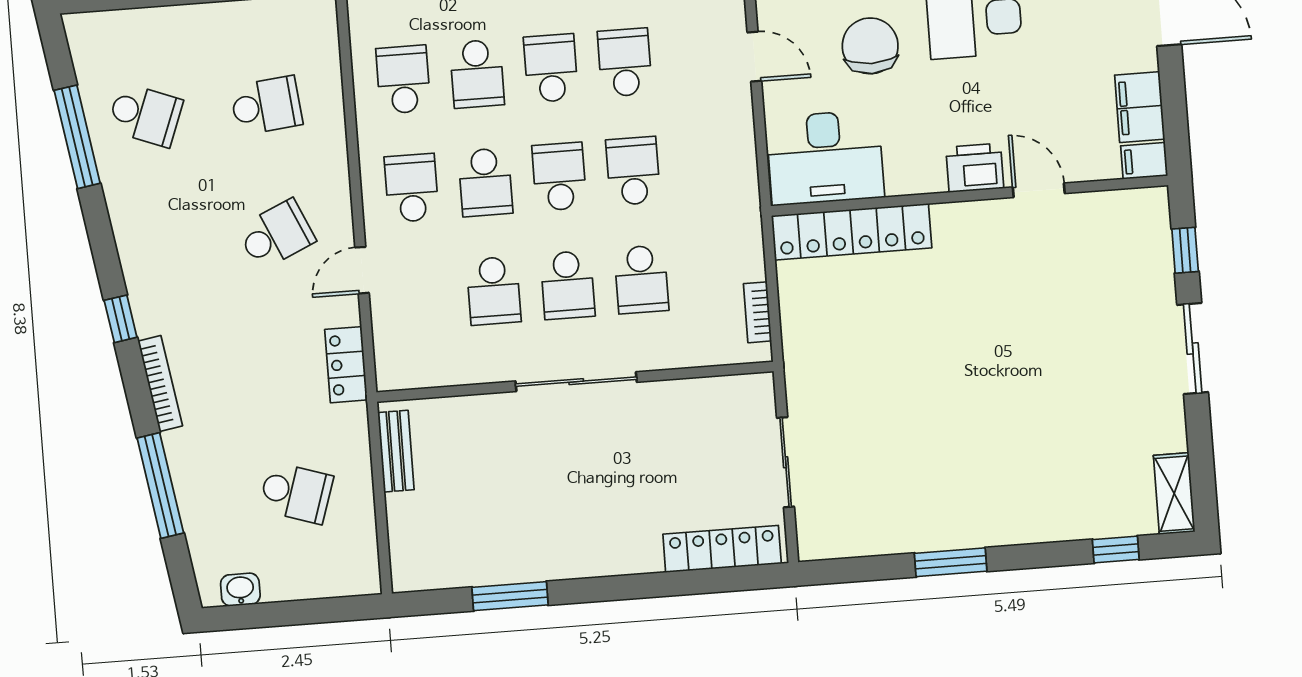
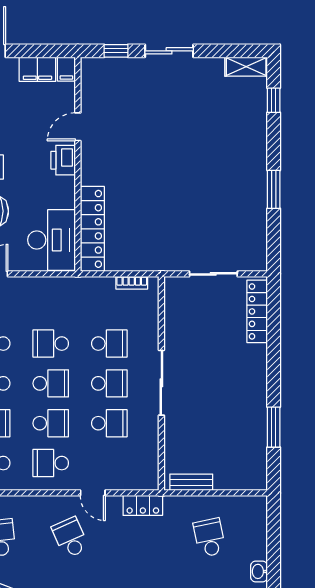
school desk: (559, 177) -> (51, 383), turned 180
school desk: (296, 493) -> (209, 538), turned -30

